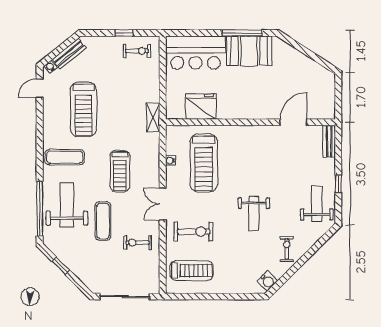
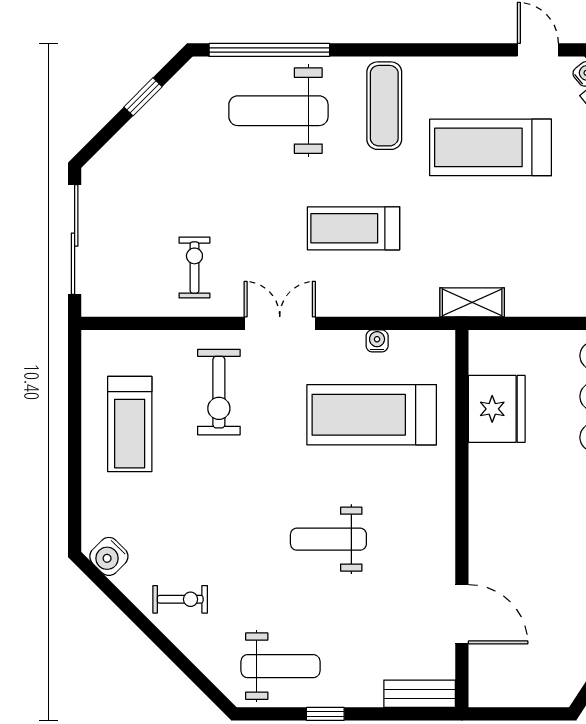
weight bench: (67, 205) -> (278, 111), turned 180
weight bench: (254, 213) -> (328, 539), moved
exercise mat: (103, 221) -> (242, 191), removed
treadmill: (191, 271) -> (130, 424), moved

